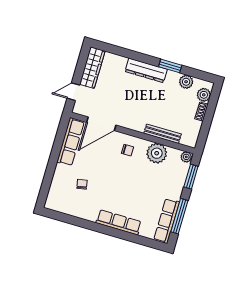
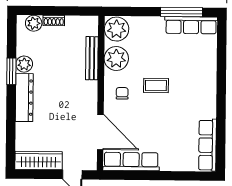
plant: (186, 82) -> (24, 64), moved
plant: (186, 157) -> (117, 29), width x1.88, depth x1.88
window: (191, 177) -> (132, 11), removed
coffee table: (126, 179) -> (156, 86), added
chair: (82, 184) -> (176, 135), removed
row of seats: (119, 222) -> (208, 145), moved

